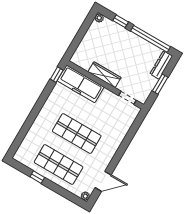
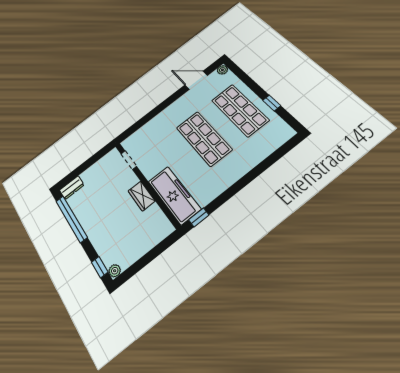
window: (121, 21) -> (100, 267), moved
dresser: (161, 65) -> (72, 188), width x0.70
wardrobe: (104, 75) -> (142, 196), width x0.67
window: (160, 84) -> (88, 164), removed

